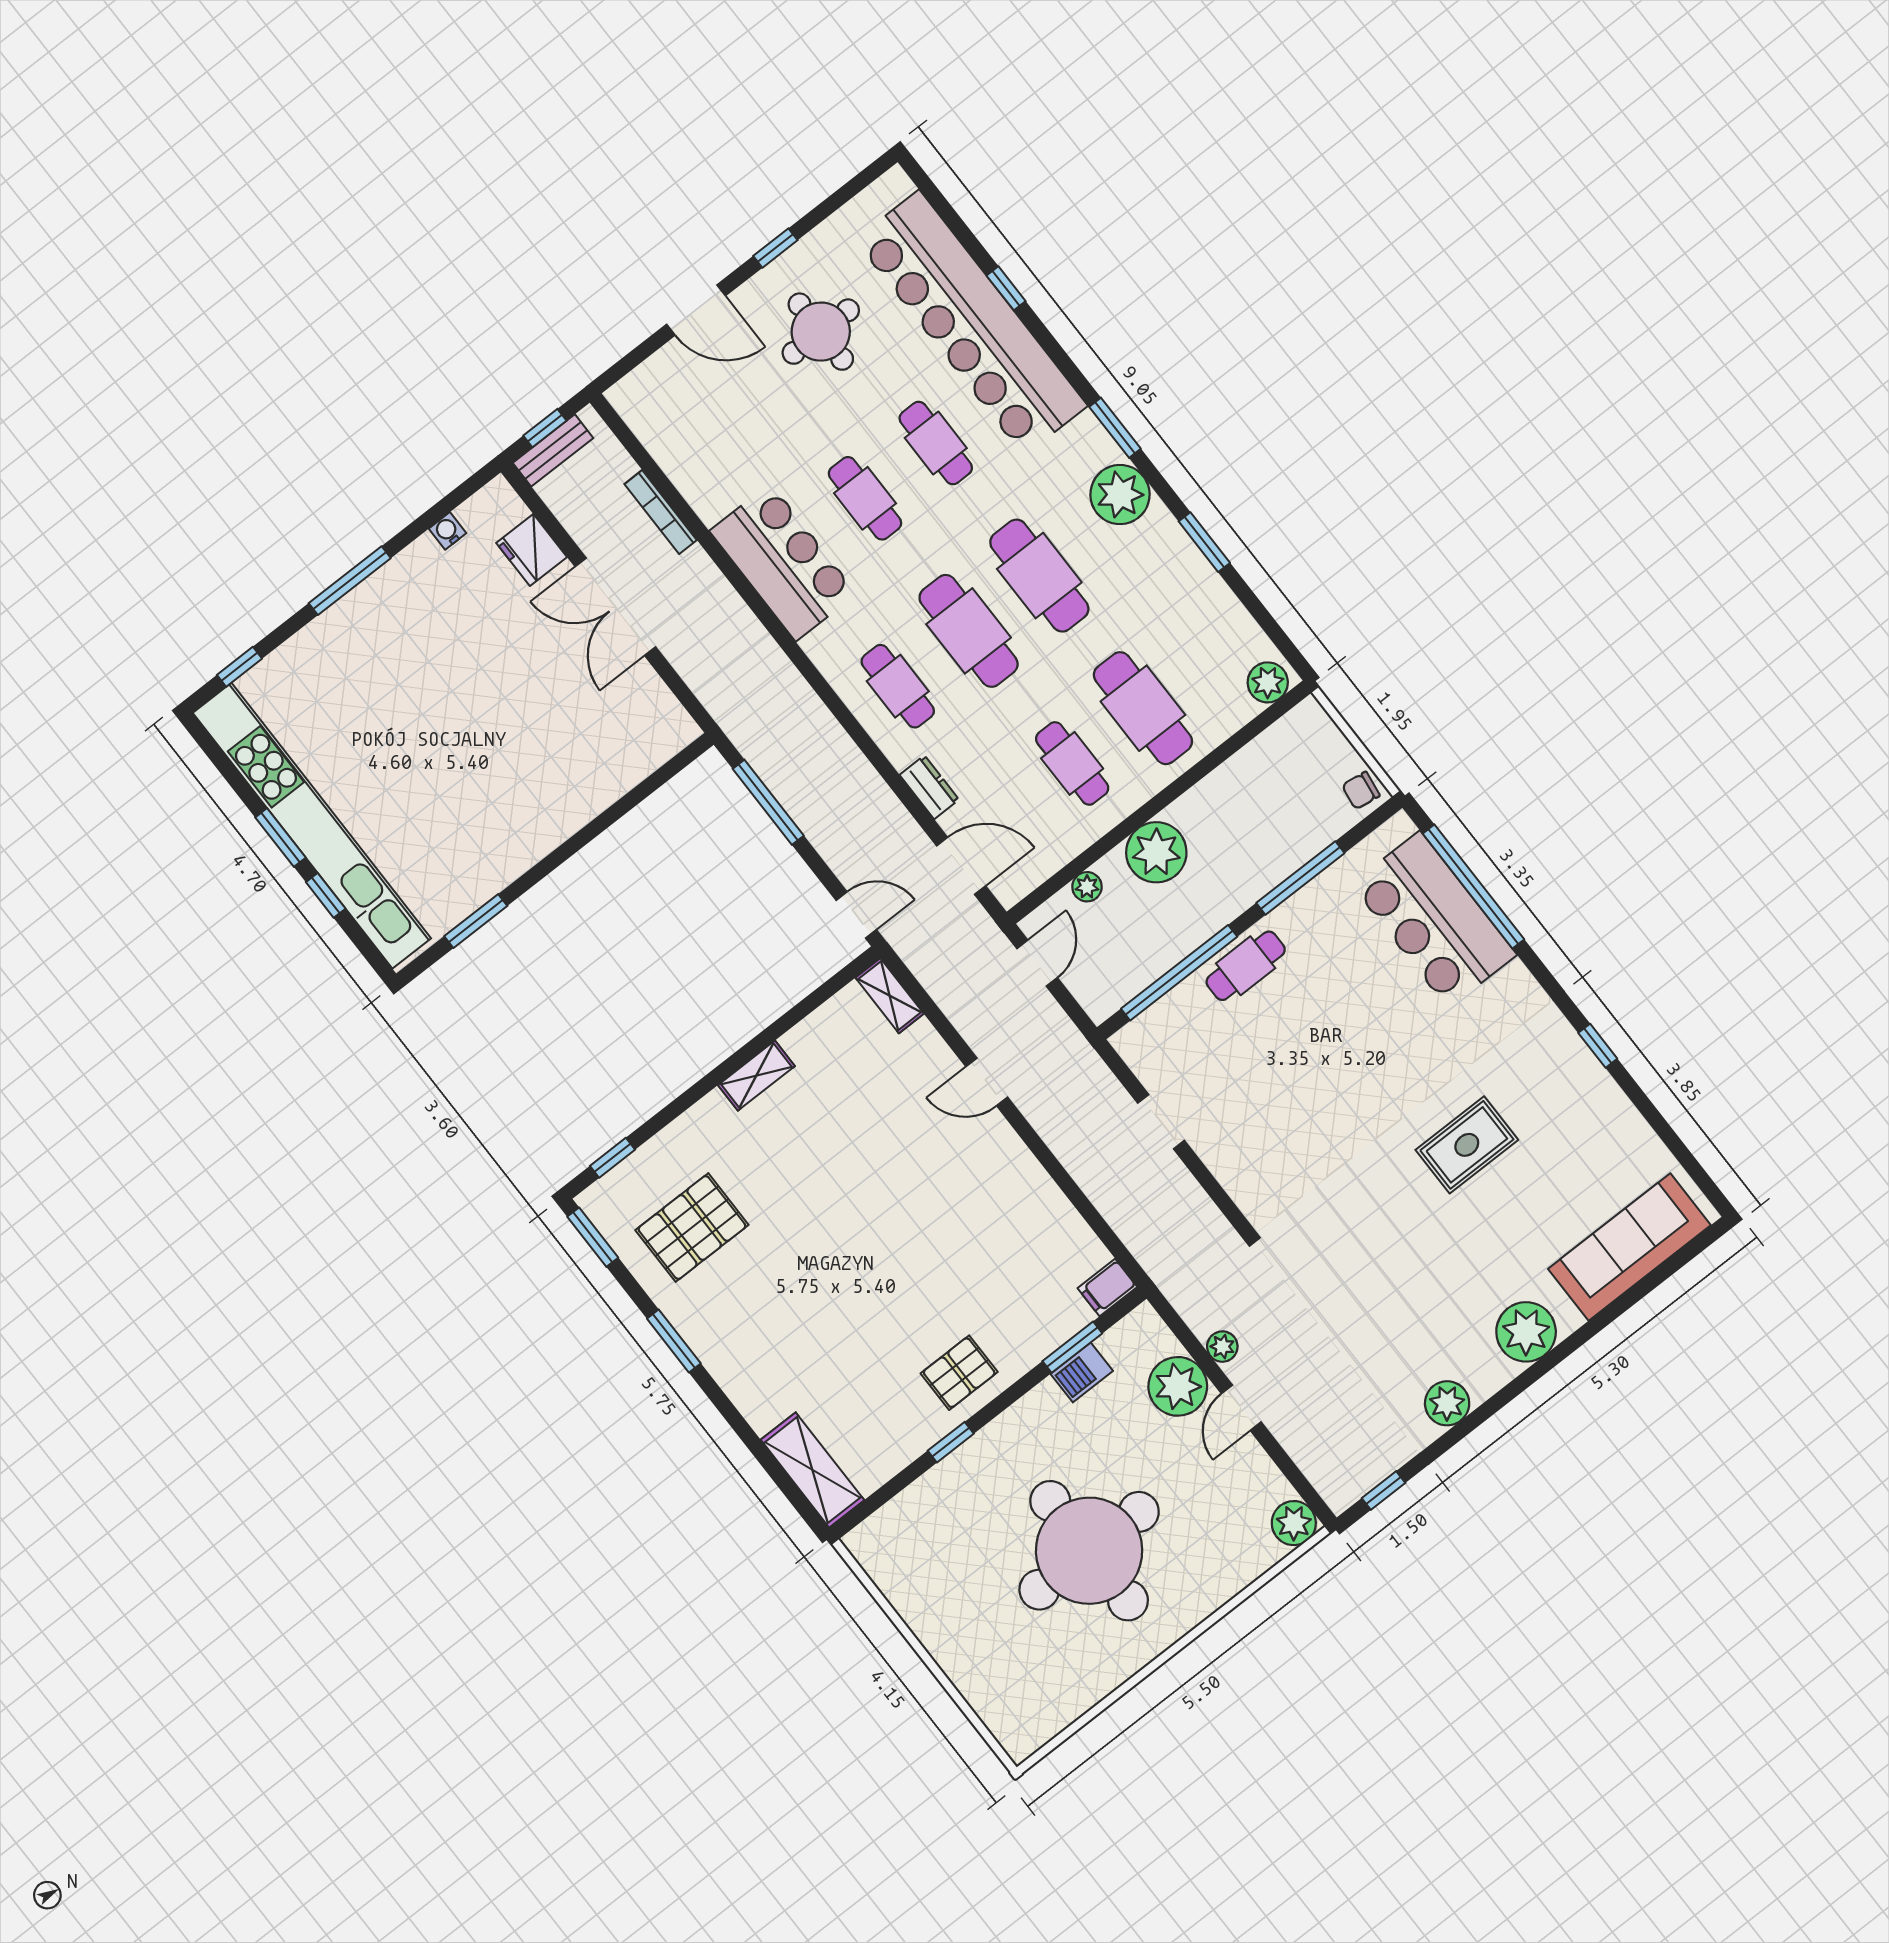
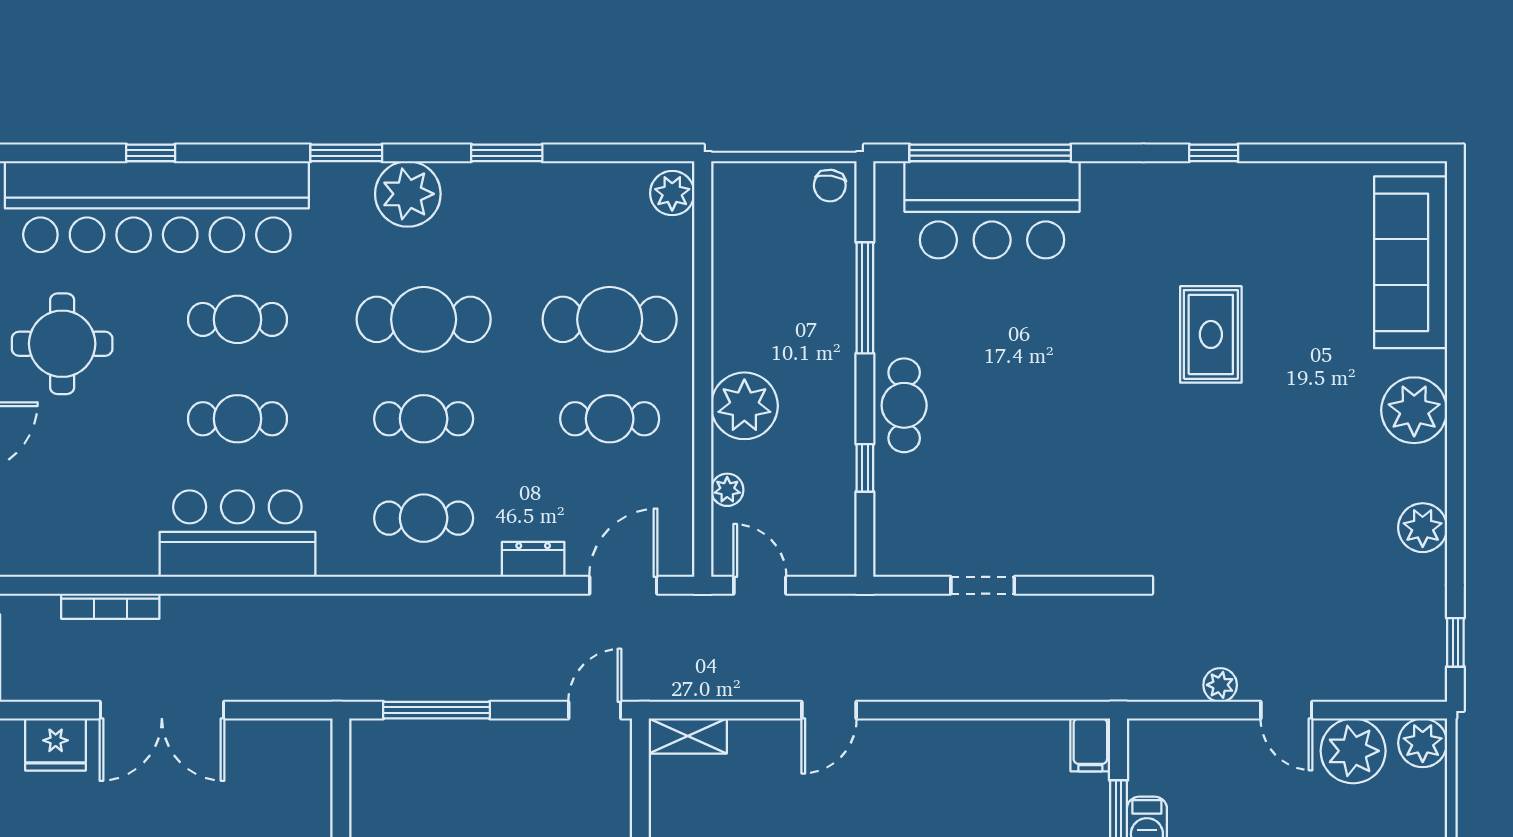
cafe table: (969, 631) -> (424, 419), width x0.73, depth x0.74
window: (1179, 973) -> (865, 468), width x0.32
plant: (1178, 1386) -> (1353, 751), moved

